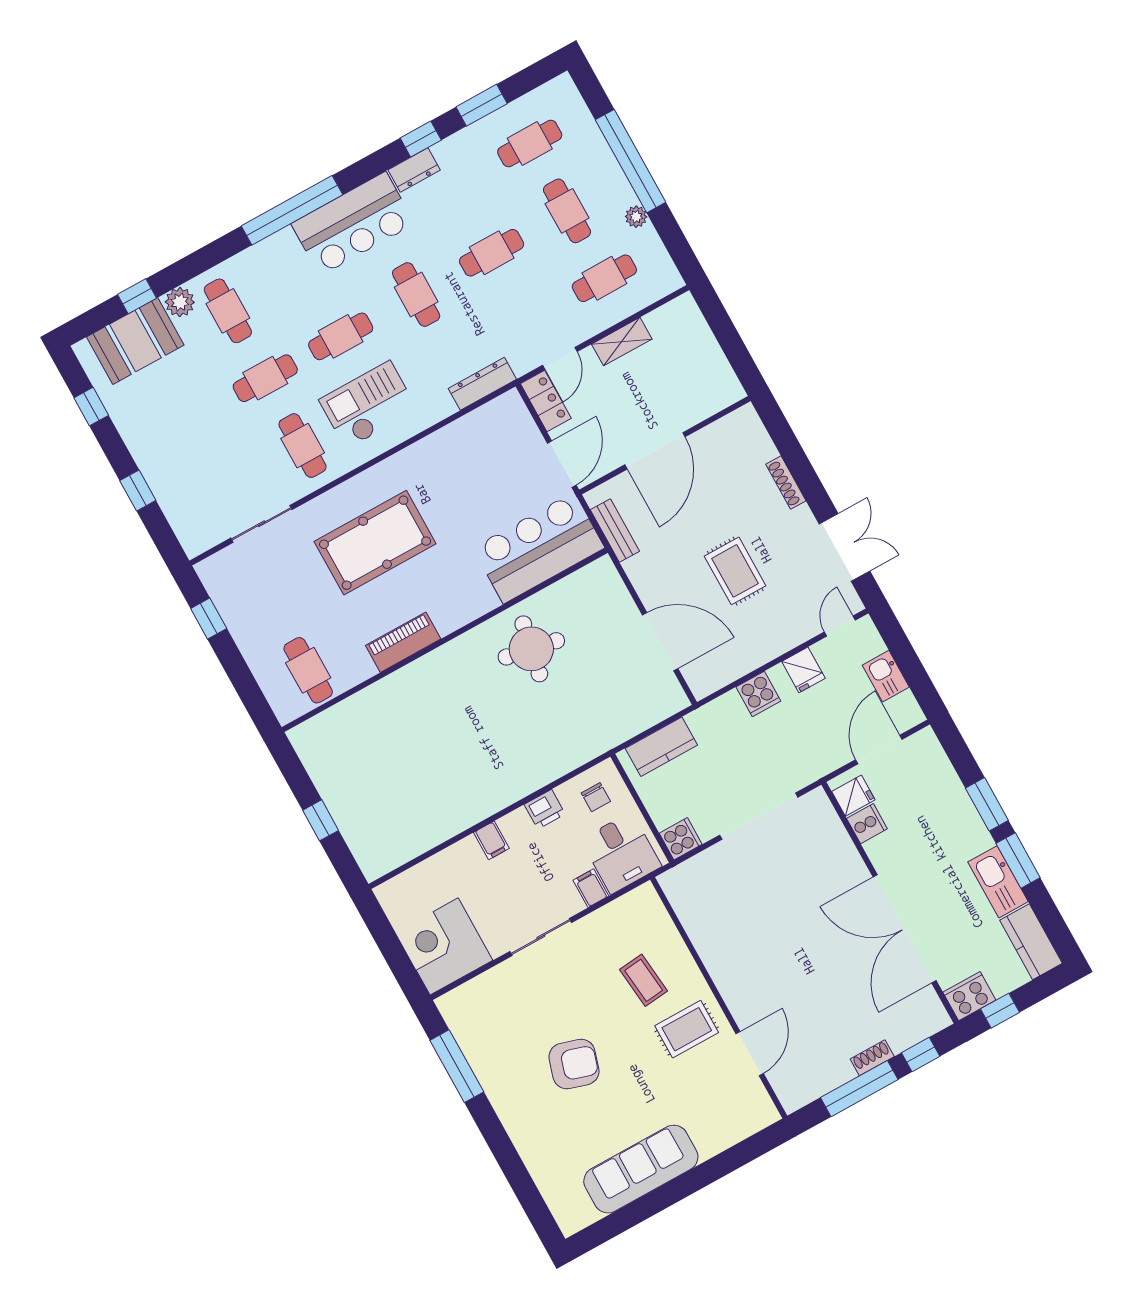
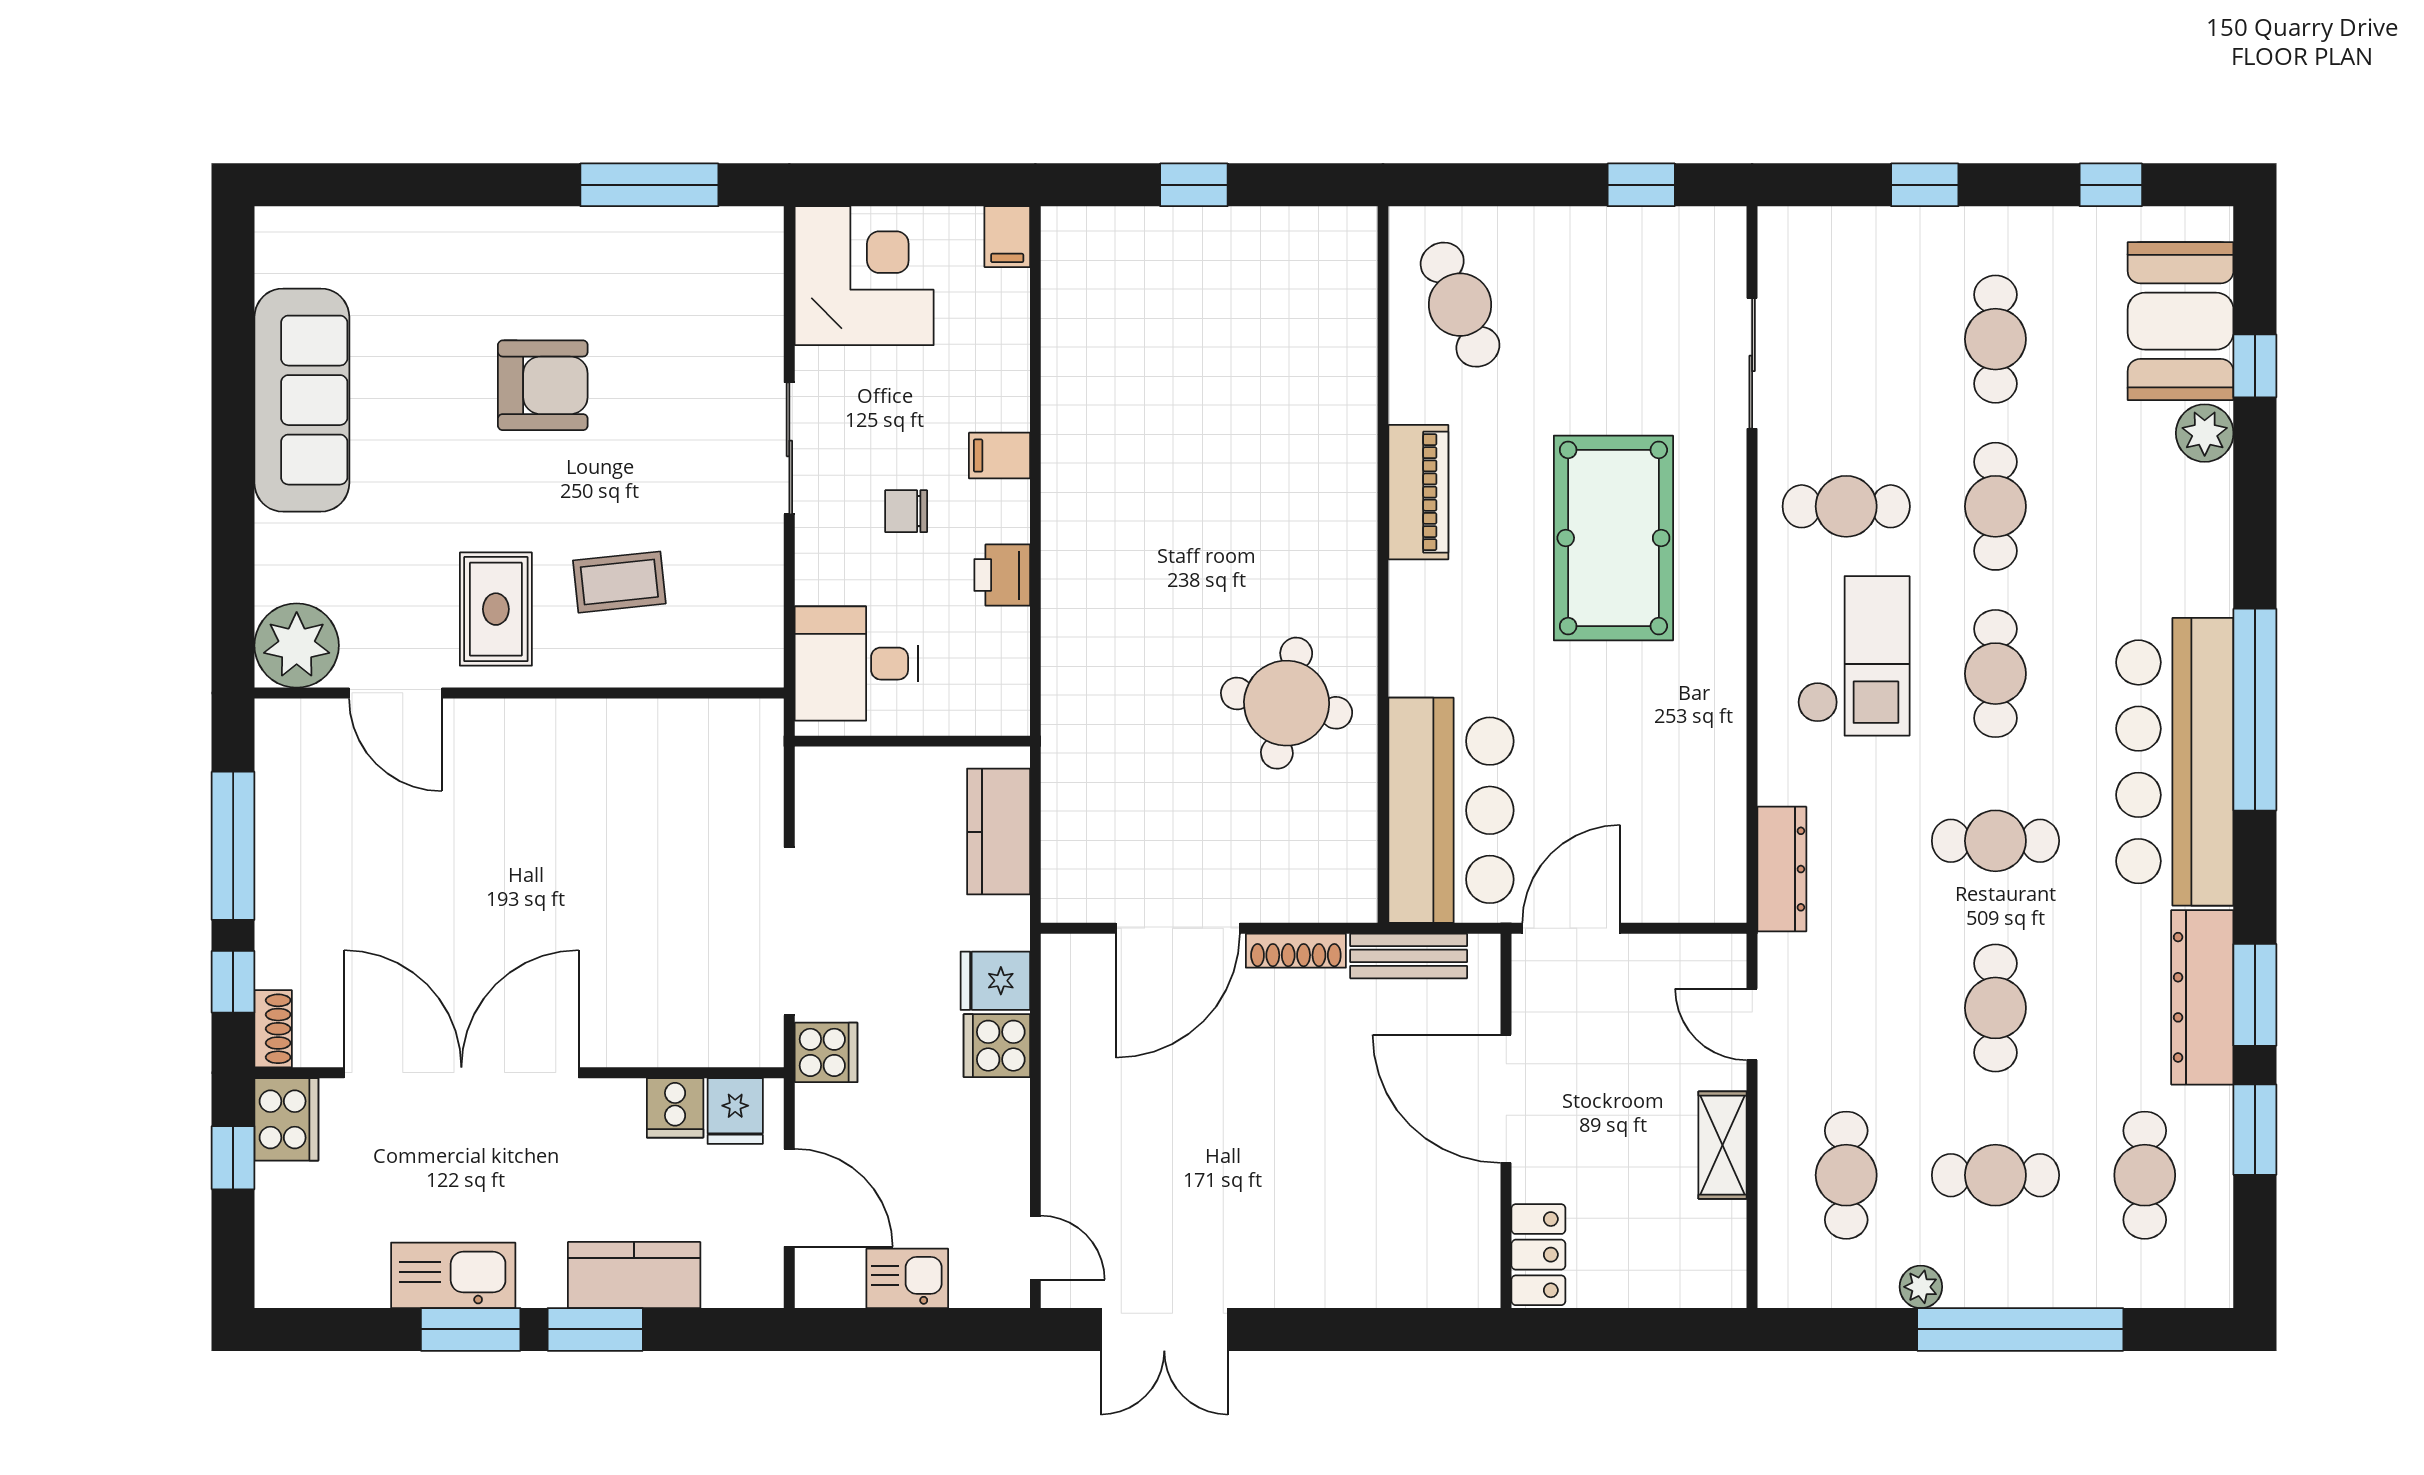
window: (421, 139) -> (2255, 995), width x1.50
dresser: (414, 170) -> (2202, 997), width x1.96, depth x1.24
bar counter: (353, 224) -> (2175, 762), width x1.36
cafe table: (228, 311) -> (1995, 339), moved, turned 90
locker: (546, 401) -> (1538, 1255), moved, turned -90
door: (562, 464) -> (1571, 928), swing flipped
shoe rack: (786, 482) -> (1296, 951), moved, turned 180
rug: (735, 571) -> (1227, 1122), removed
cafe table: (308, 670) -> (1460, 305), turned 67
fridge: (803, 670) -> (995, 981), moved
chair: (596, 797) -> (906, 511), moved
cooker: (681, 839) -> (826, 1052), moved, turned -90
filing cabinet: (591, 888) -> (1007, 237), moved, turned 90
kitchen counter: (1031, 942) -> (634, 1275), moved
shoe rack: (872, 1058) -> (273, 1029), moved
armchair: (574, 1064) -> (543, 385), turned -107
plant: (753, 1110) -> (297, 645), added

